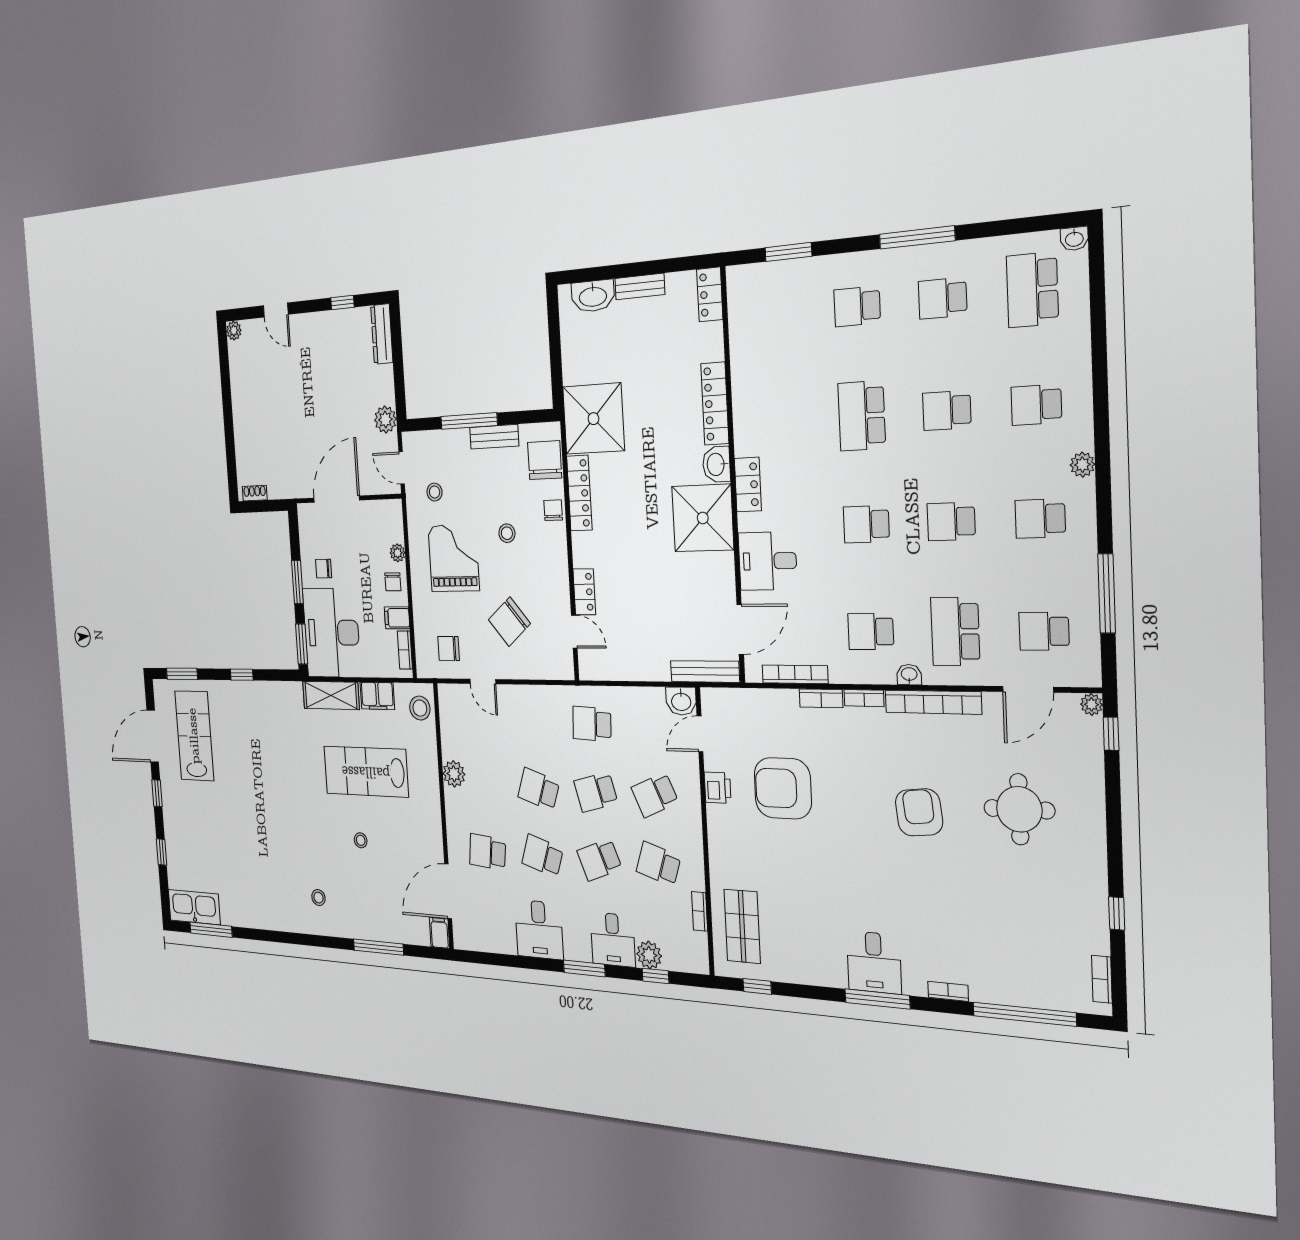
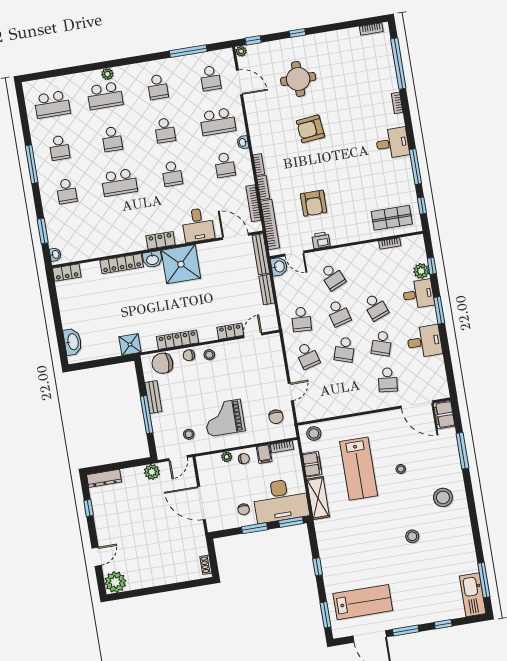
washbasin: (1074, 239) -> (55, 254), moved
bench: (640, 286) -> (267, 290), moved
plant: (234, 331) -> (115, 582), width x1.87, depth x1.87
school desk: (1036, 405) -> (105, 96), width x1.85
shower: (593, 419) -> (130, 344), width x0.54, depth x0.54
plant: (1082, 465) -> (107, 74), moved
stool: (507, 533) -> (209, 355), moved
chair: (509, 622) -> (254, 377), removed
bookcase: (933, 702) -> (270, 224), moved
lab bench: (194, 736) -> (363, 602), turned 180
plant: (454, 774) -> (347, 407), removed
armchair: (783, 788) -> (314, 203), width x0.73, depth x0.73
window: (157, 793) -> (406, 631), width x1.50
stool: (271, 835) -> (412, 536), added
school desk: (658, 864) -> (307, 356), moved, turned -33
stool: (318, 898) -> (443, 497), width x1.89, depth x1.89
window: (1117, 913) -> (297, 33), moved
filing cabinet: (439, 933) -> (444, 415), width x2.00
window: (877, 999) -> (415, 166), moved

